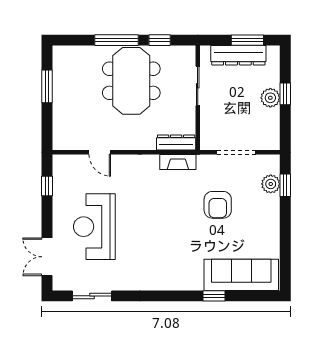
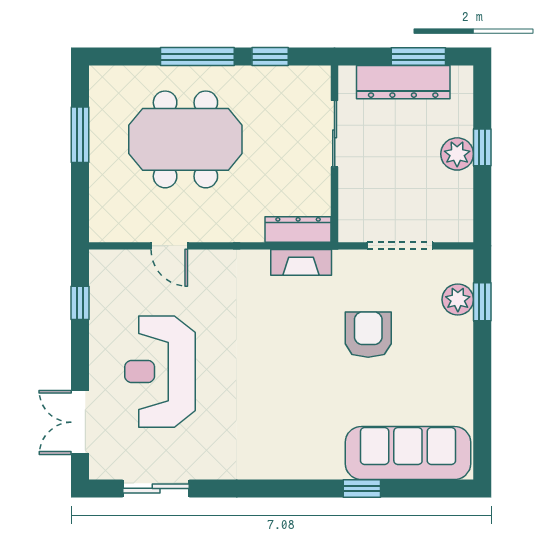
meeting table: (131, 81) -> (185, 139), moved, turned 90
armchair: (218, 205) -> (368, 335), turned 180

